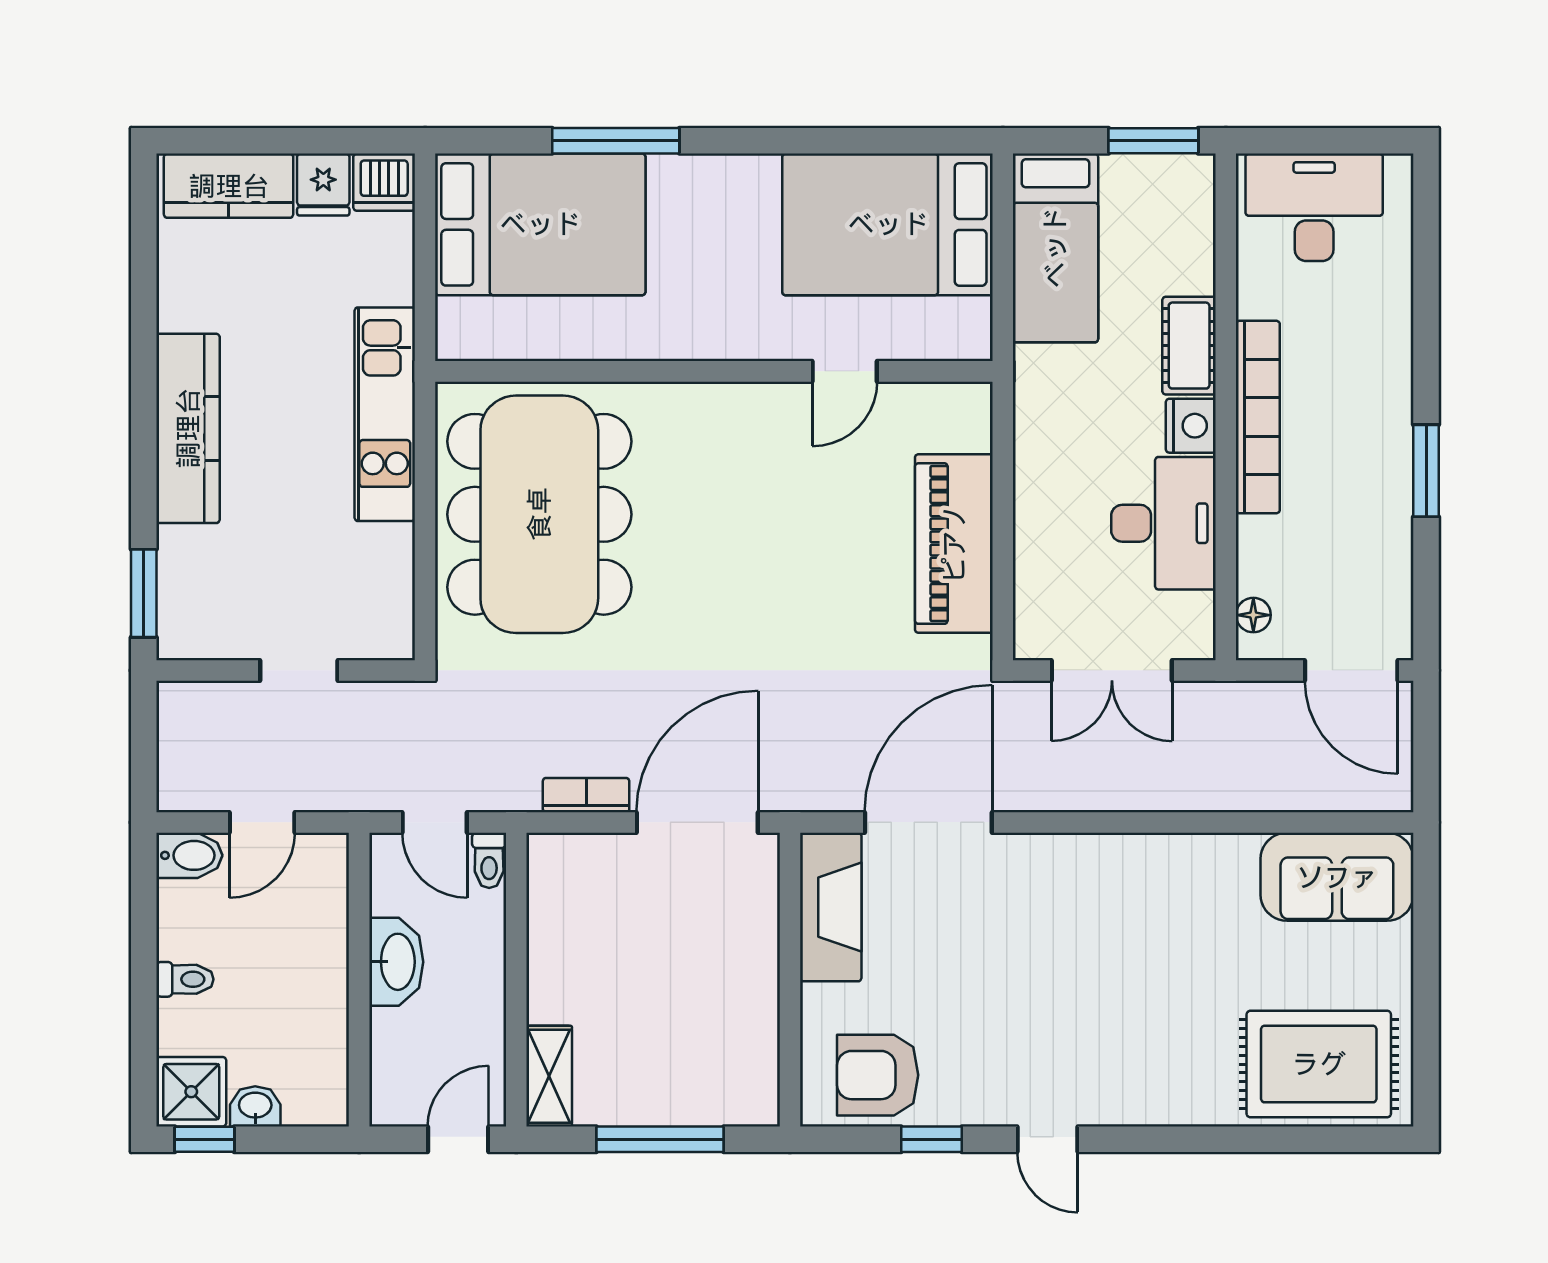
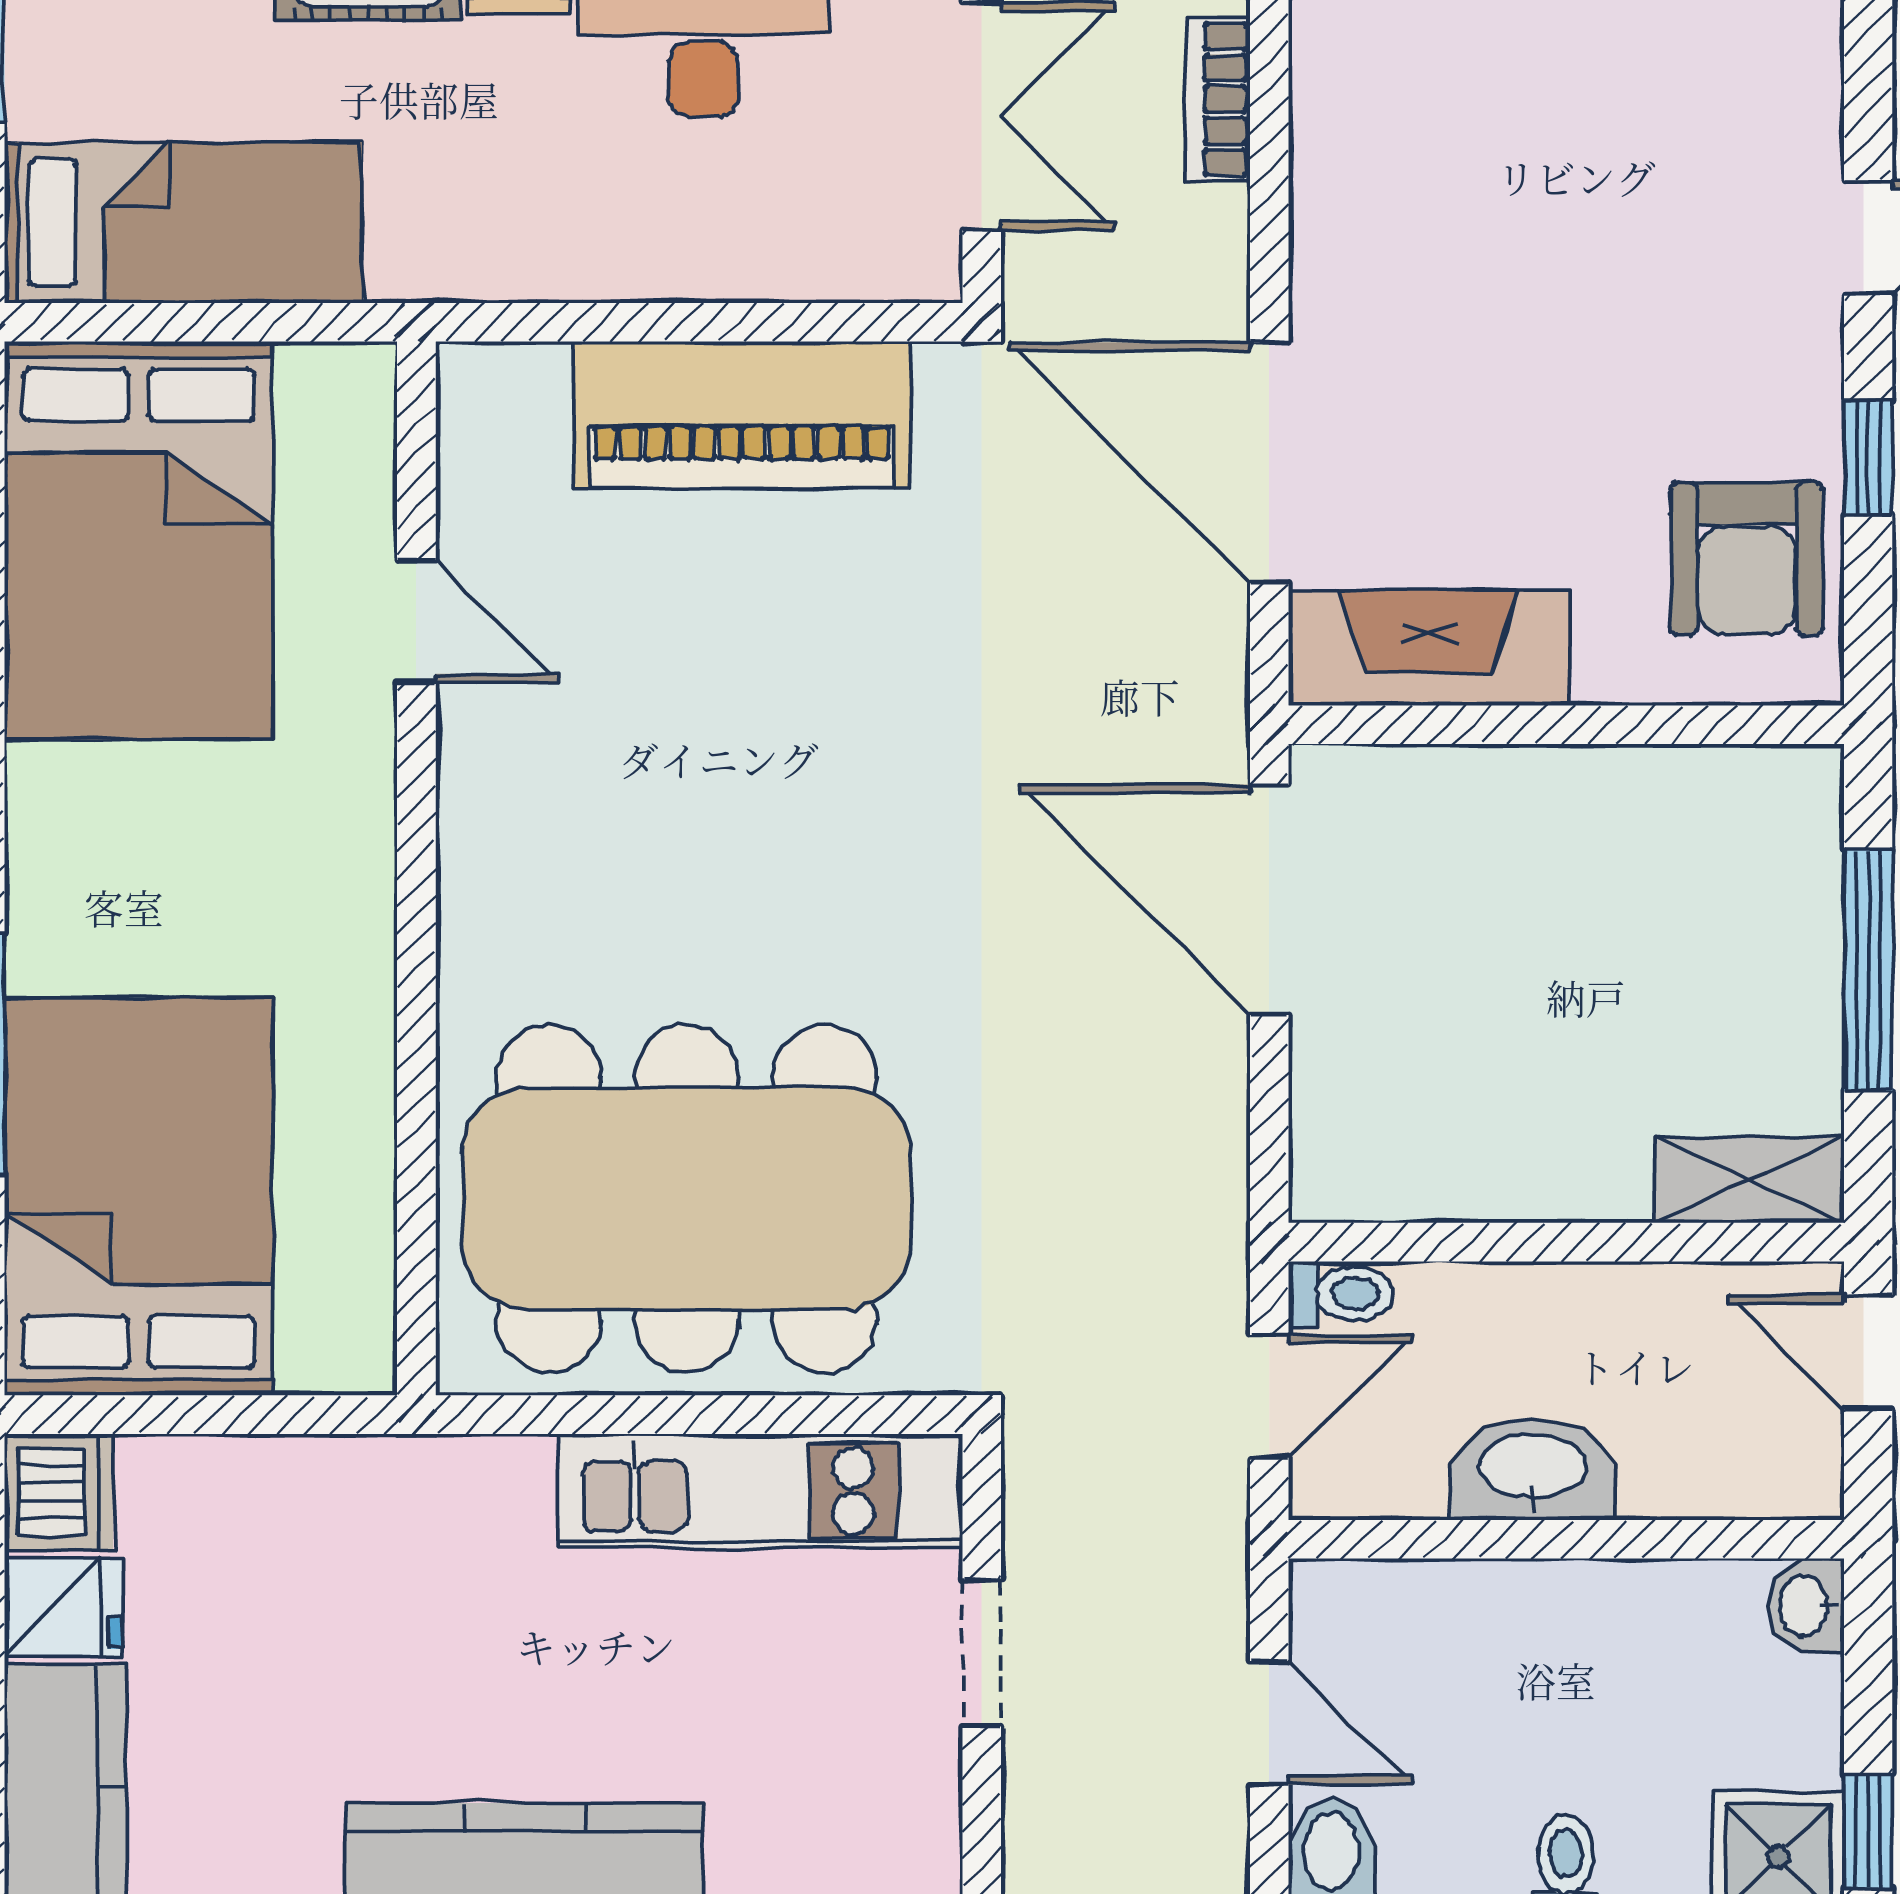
kitchen unit: (385, 414) -> (760, 1491), moved
bookcase: (586, 795) -> (1217, 99), moved
washbasin: (255, 1106) -> (1806, 1606), moved

